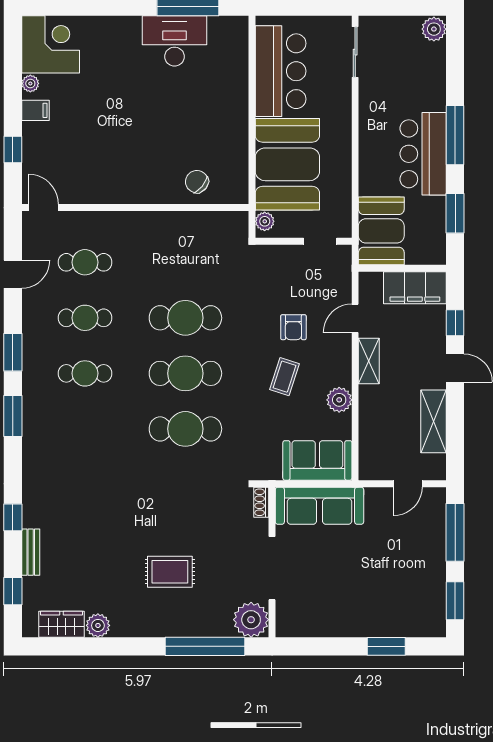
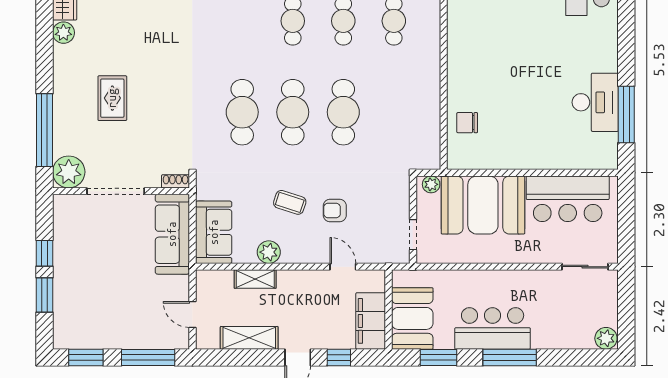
chair: (197, 182) -> (467, 123), turned -129
booth: (381, 231) -> (412, 318), moved, turned 90
shelving: (369, 361) -> (255, 279), moved
window: (340, 646) -> (44, 253), added

